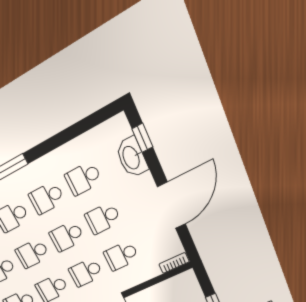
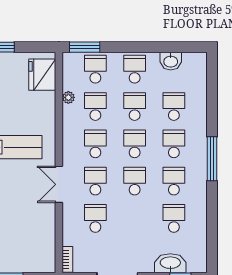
school desk: (103, 218) -> (135, 218), removed

